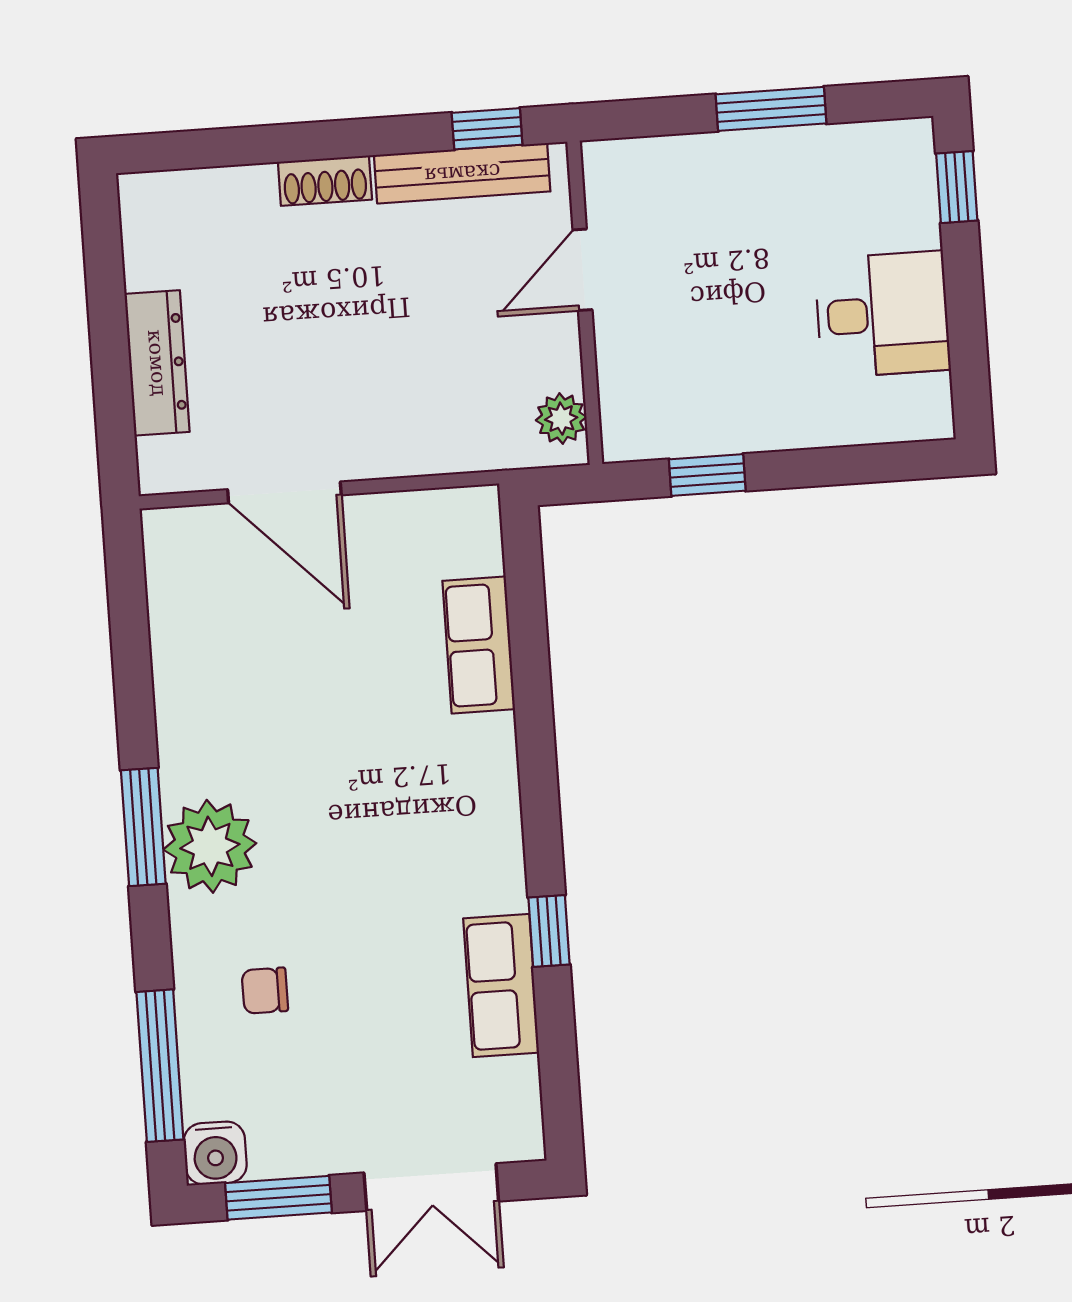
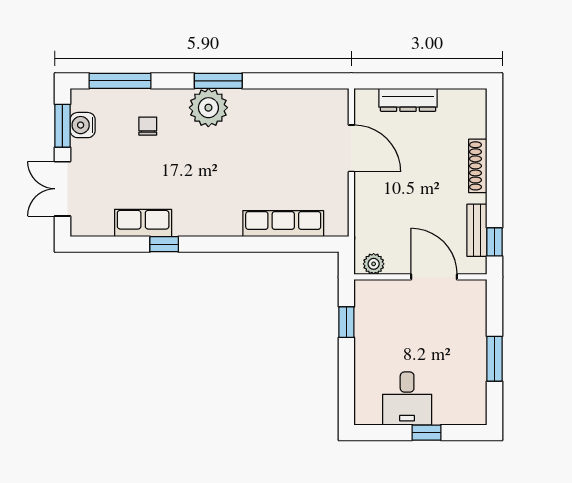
bench: (462, 173) -> (477, 230), width x0.73
shoe rack: (325, 181) -> (478, 166), width x1.43
window: (957, 187) -> (427, 433), moved
door: (582, 270) -> (434, 277), width x1.38
door: (284, 492) -> (351, 148), swing flipped
row of seats: (479, 645) -> (283, 224), width x1.48
water cooler: (215, 1153) -> (83, 125), moved

